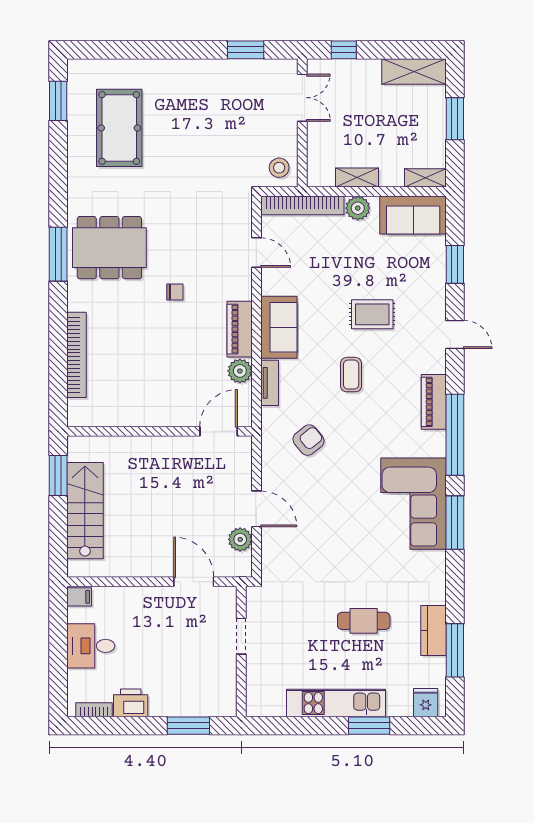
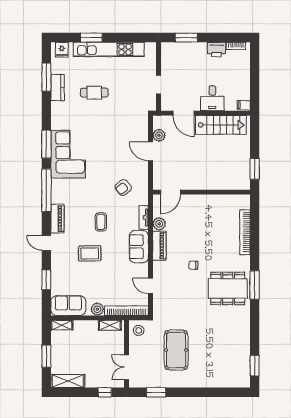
pool table: (119, 128) -> (176, 350), moved
shelving: (357, 178) -> (110, 325), moved
piano: (434, 402) -> (57, 219), moved
stairs: (85, 511) -> (221, 125), moved, turned -90
desk: (91, 646) -> (212, 98), moved, turned 90
kitchen unit: (336, 703) -> (109, 49), width x1.36

